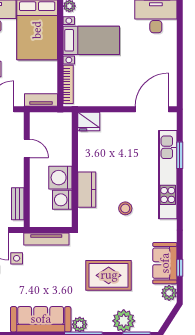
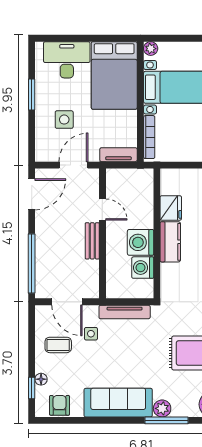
fridge: (89, 122) -> (171, 208), moved, turned -90
kitchen counter: (87, 190) -> (170, 242), moved
bench: (18, 204) -> (92, 241), moved

